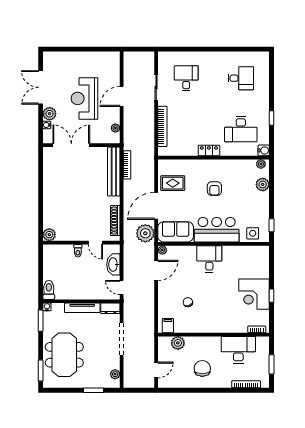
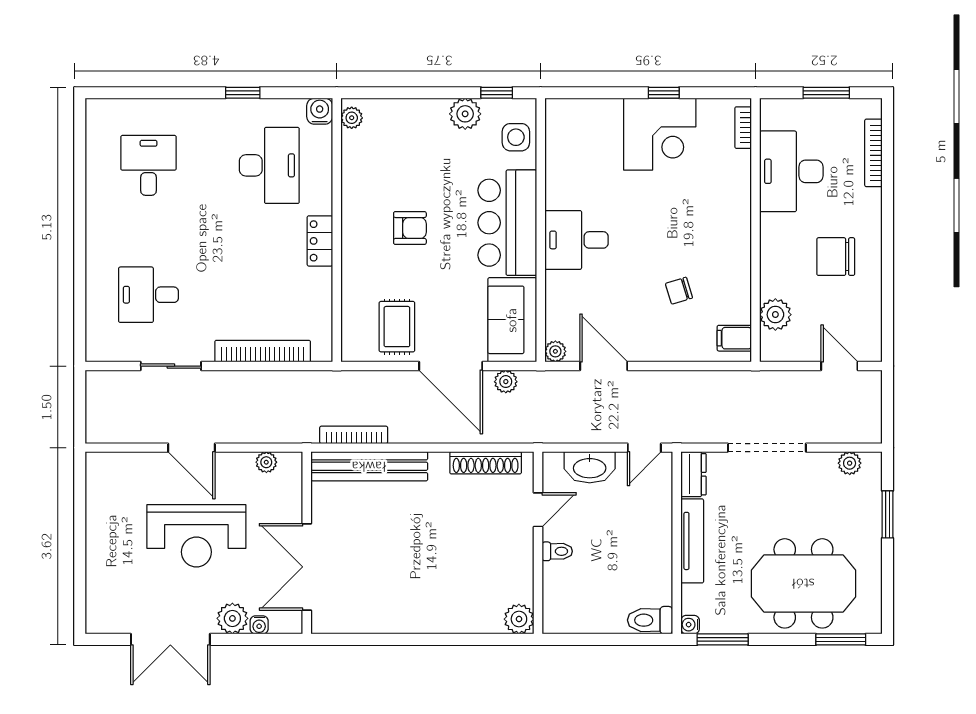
plant: (263, 185) -> (465, 114), moved
plant: (145, 233) -> (506, 382), width x0.53, depth x0.53

